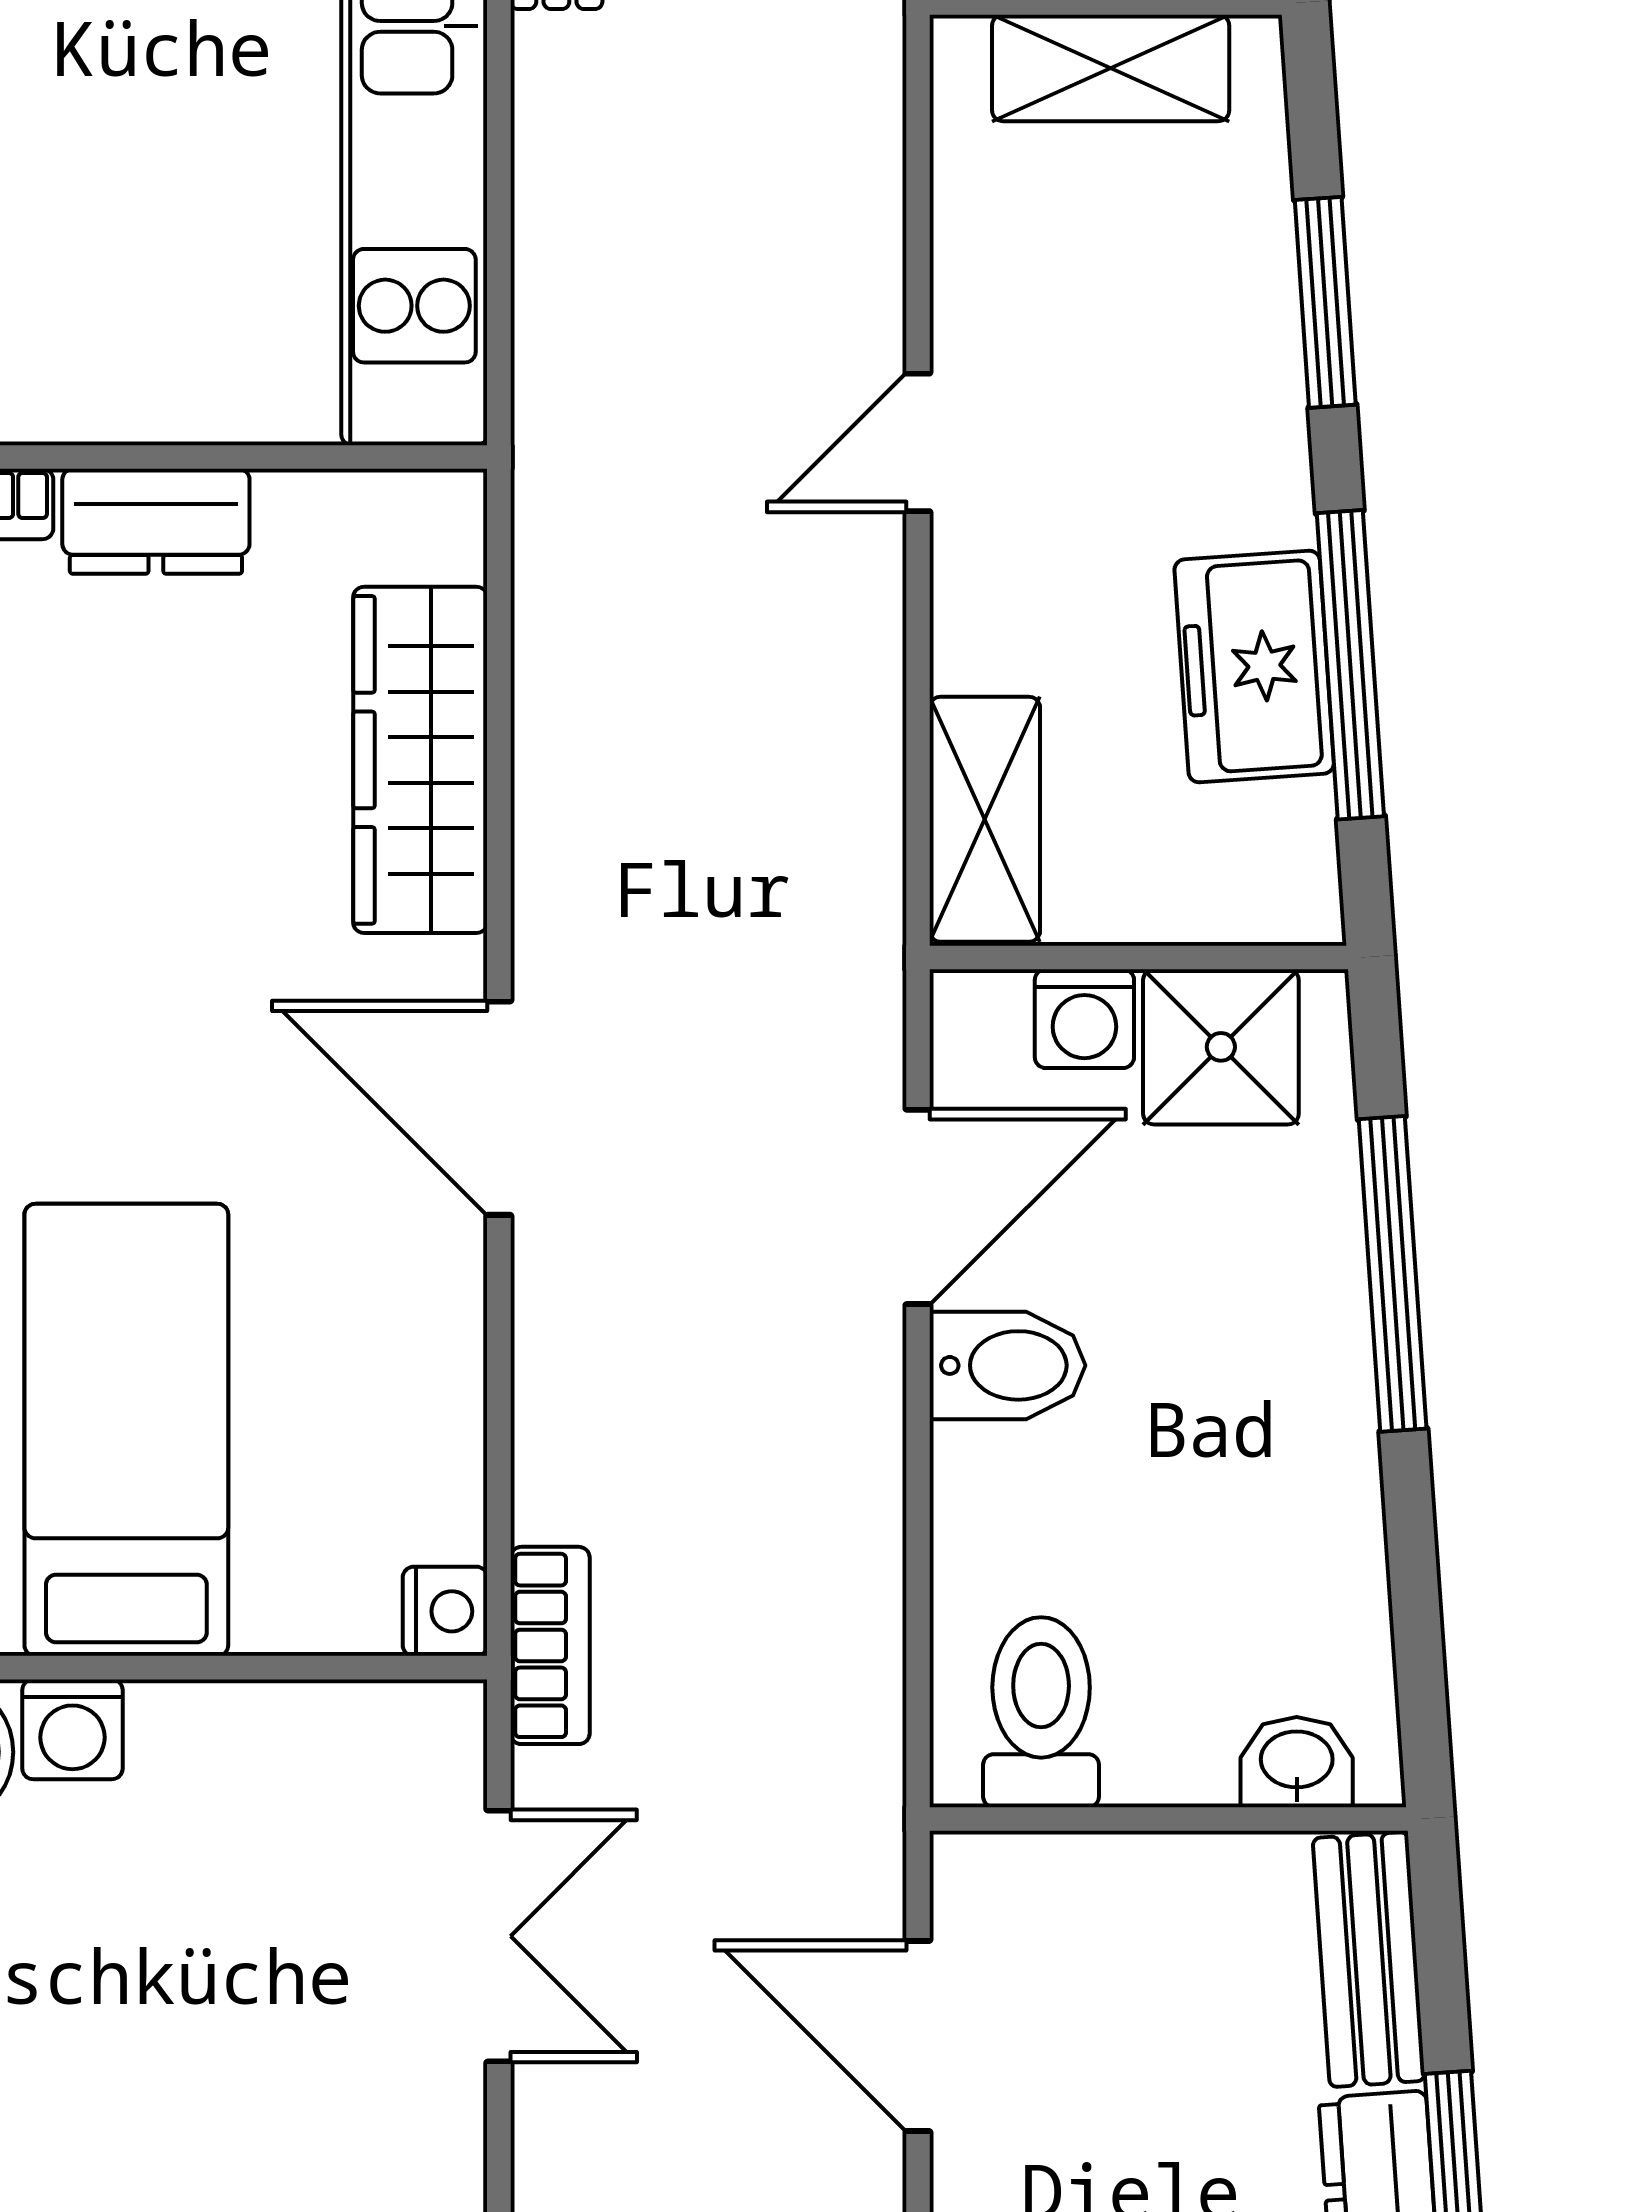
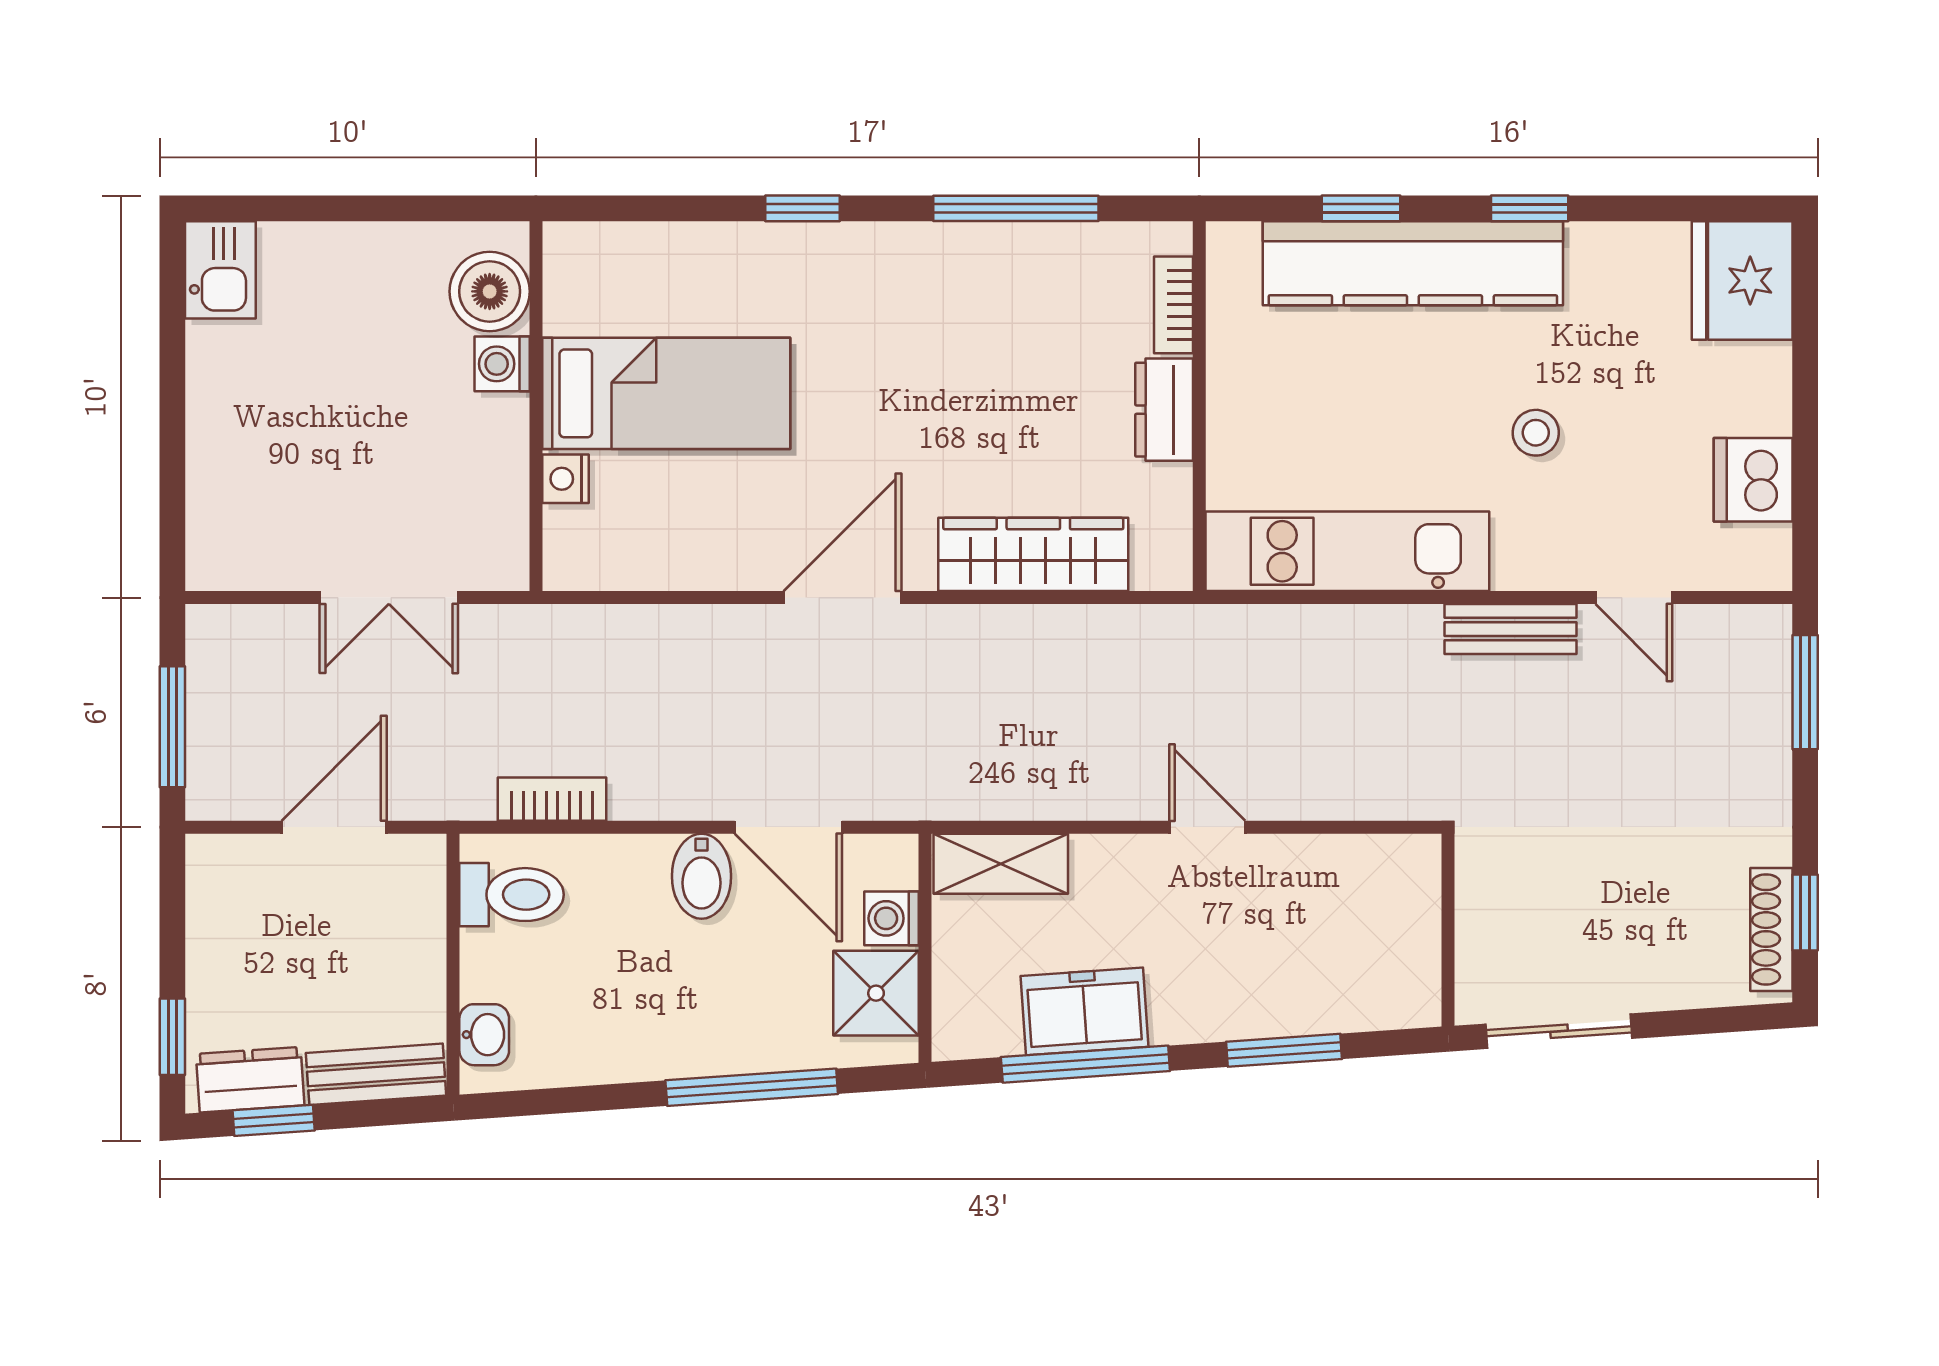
shelving: (1111, 68) -> (1412, 933), removed
nightstand: (445, 1611) -> (565, 479), moved, turned 90
bookcase: (550, 1645) -> (552, 799), moved, turned 180

